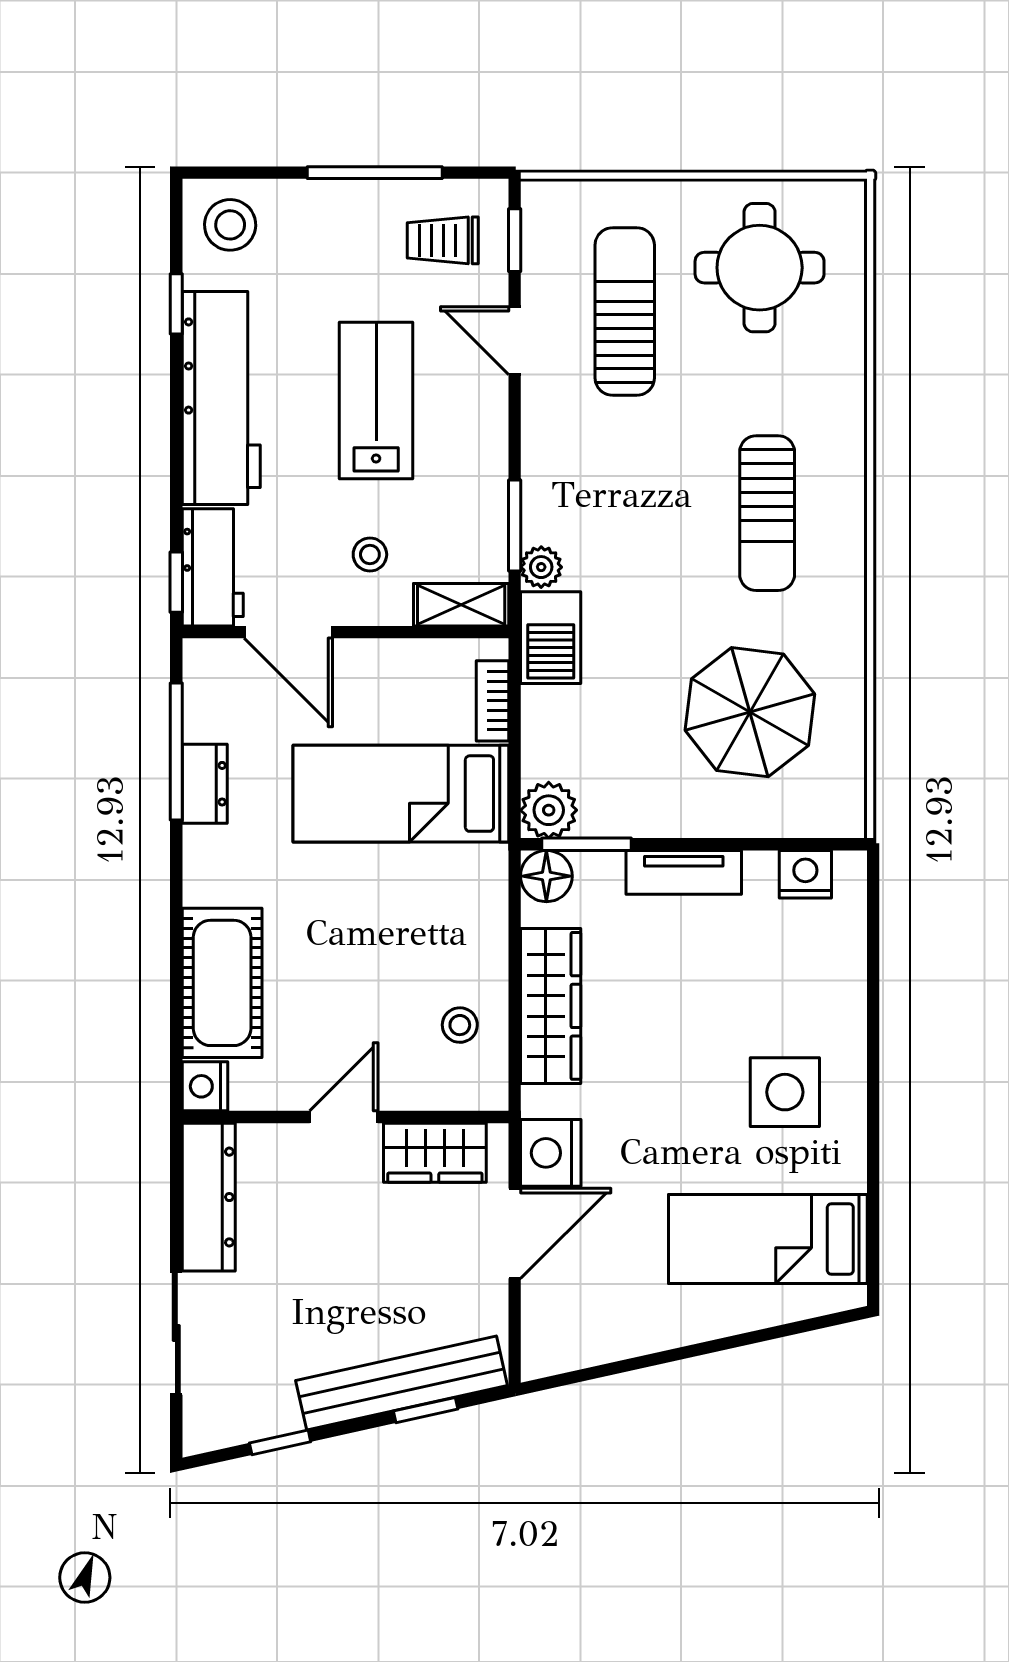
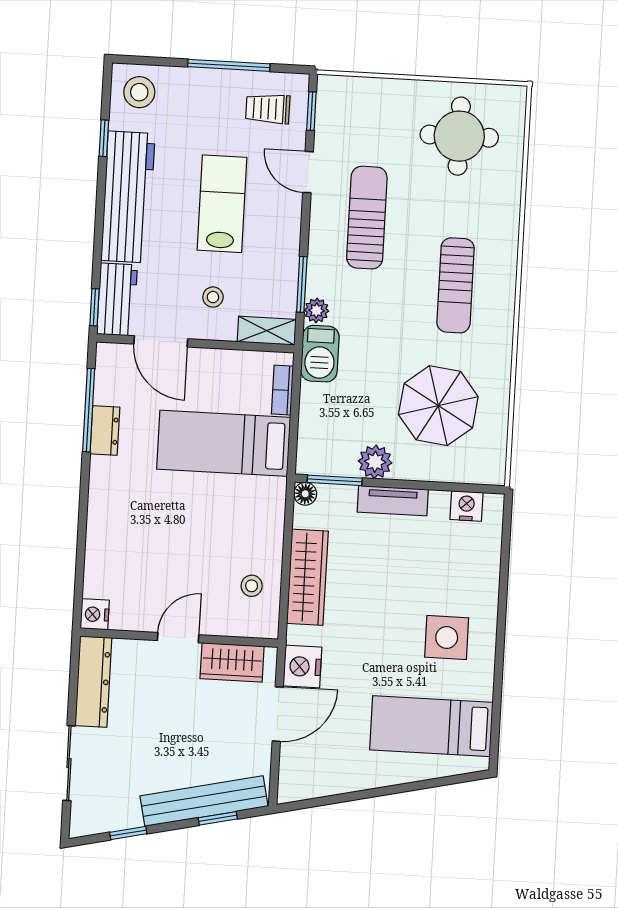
sun lounger: (625, 312) -> (367, 218), moved
plant: (549, 810) -> (375, 462), moved
floor lamp: (546, 876) -> (305, 494), width x0.73, depth x0.73
cot: (222, 983) -> (109, 552), removed

